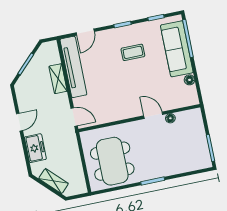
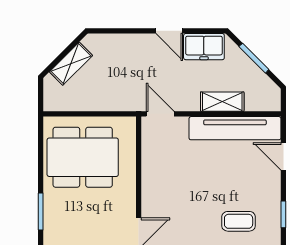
coffee table: (133, 52) -> (239, 221), turned 90
door: (74, 117) -> (160, 114), swing flipped
freezer: (35, 148) -> (204, 47), moved

